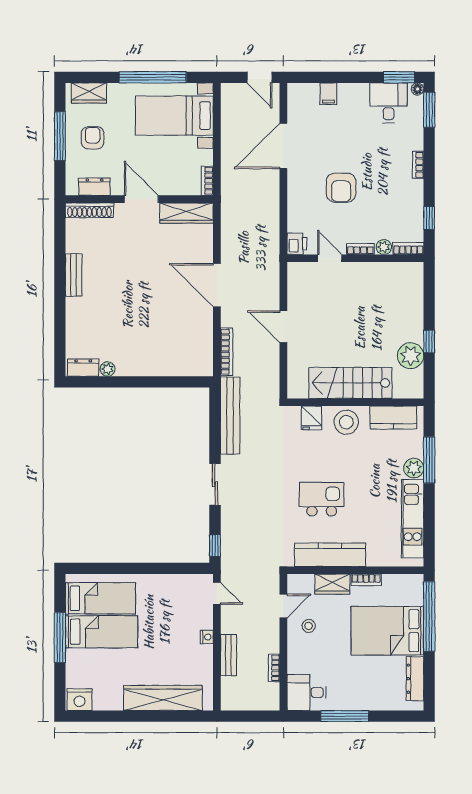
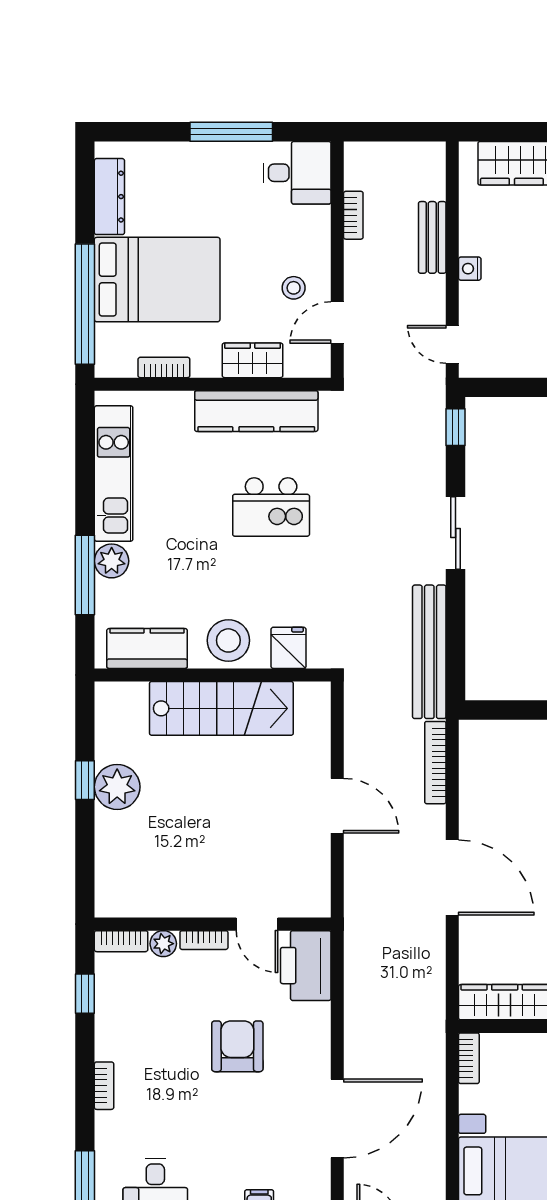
printer: (297, 244) -> (306, 966), width x1.87, depth x1.48
plant: (411, 356) -> (117, 787), moved
bookcase: (366, 580) -> (164, 367), moved

